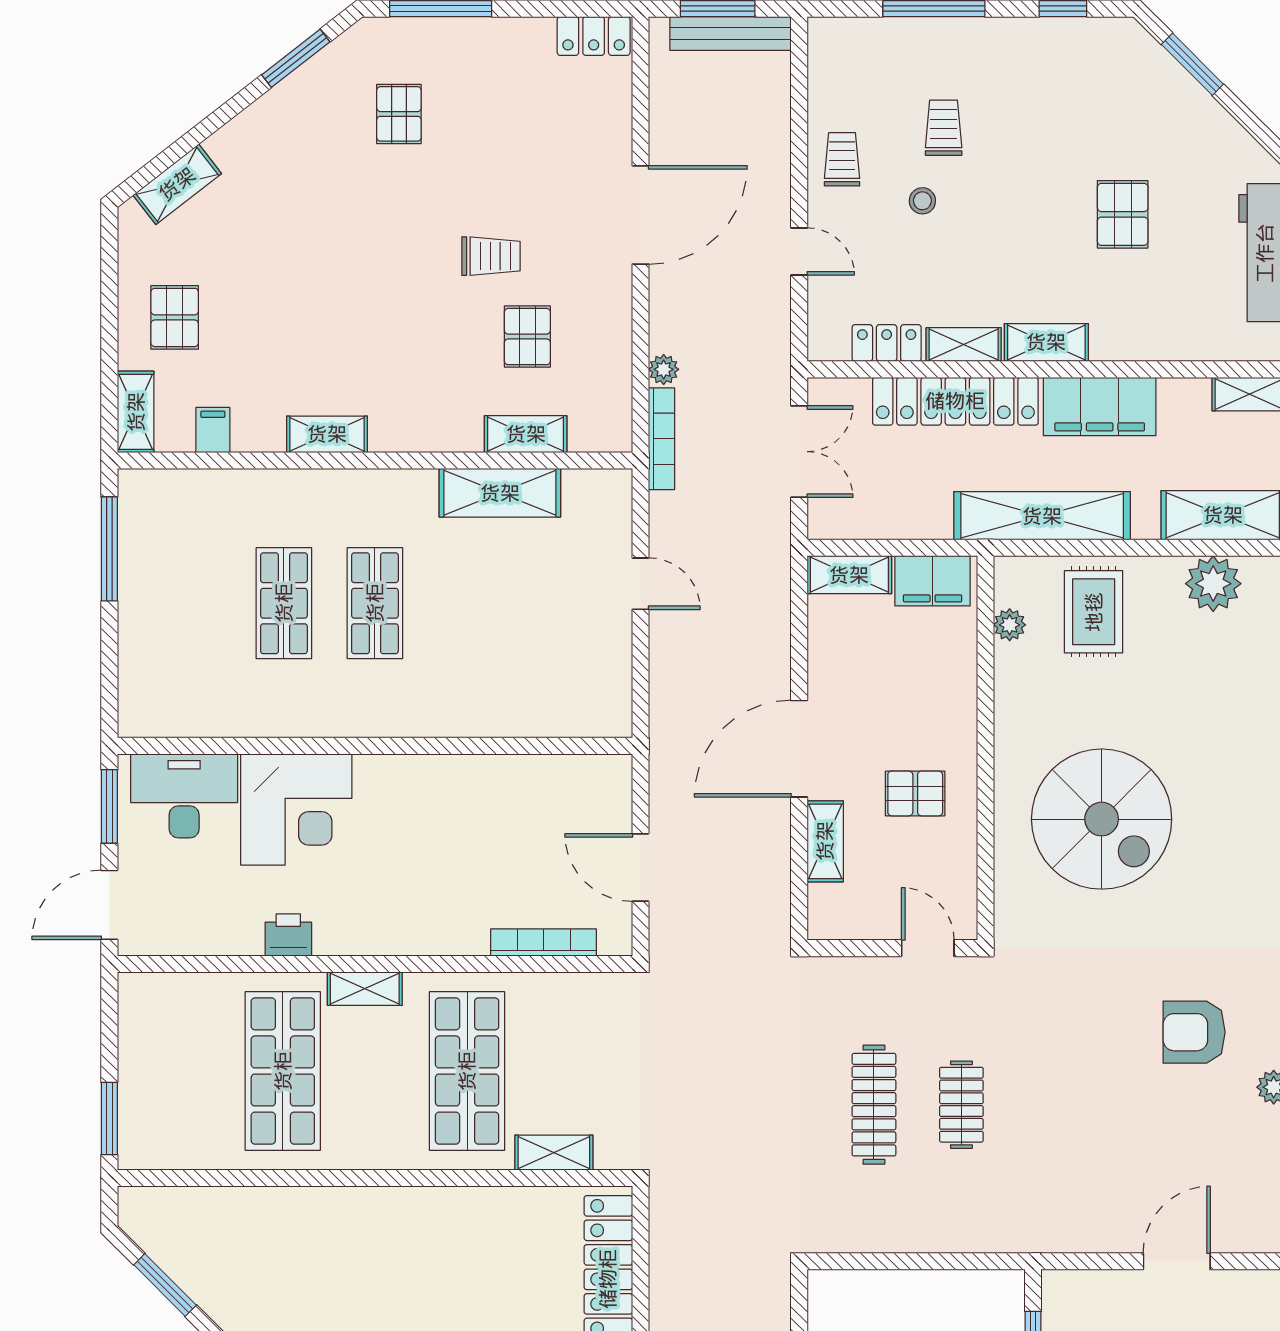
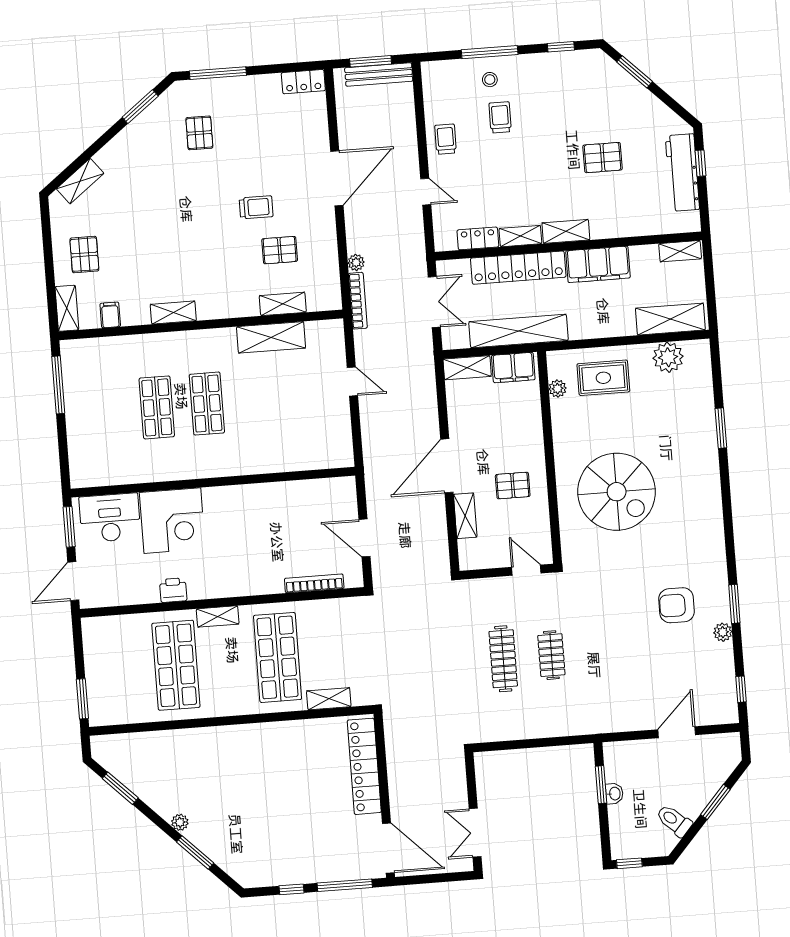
stool: (922, 201) -> (490, 80), moved
pallet: (1123, 214) -> (603, 158), turned 90
pallet: (527, 337) -> (280, 250), turned 90
shelving: (1042, 516) -> (518, 331), moved
rug: (1094, 612) -> (603, 378), turned 90

